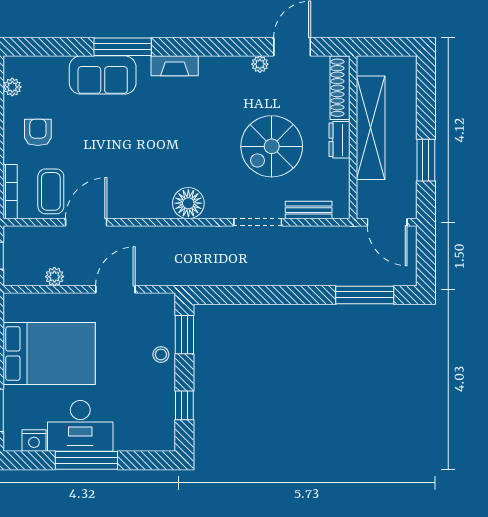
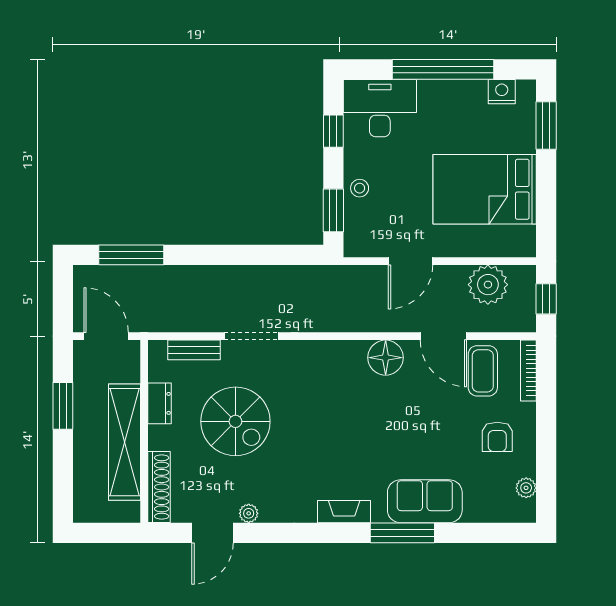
dresser: (339, 140) -> (160, 403), moved
spiral stairs: (272, 146) -> (235, 421), turned 90
floor lamp: (188, 203) -> (386, 358), moved
door: (86, 222) -> (443, 336), hinge flipped
plant: (54, 277) -> (488, 285), width x1.87, depth x1.87
desk: (80, 426) -> (380, 108), moved
window: (86, 460) -> (443, 69), width x1.46

